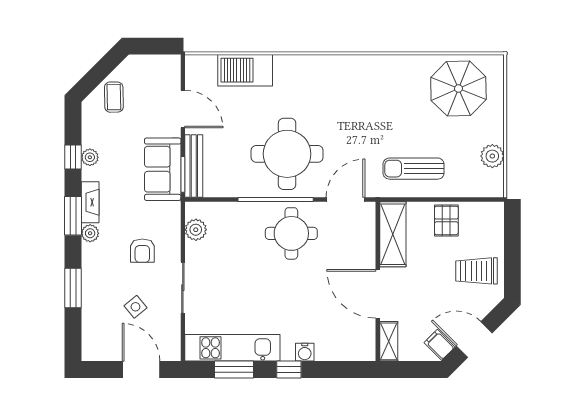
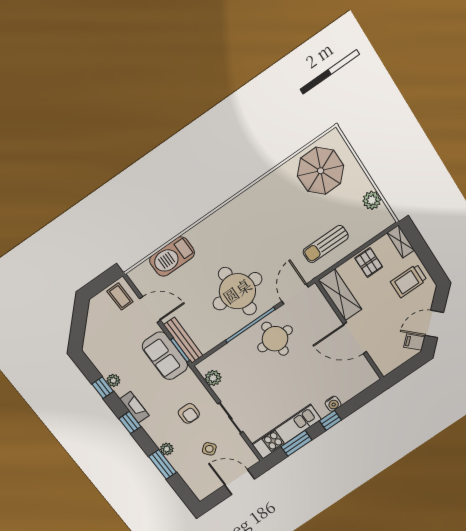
coffee table: (114, 97) -> (120, 296), moved
window: (73, 216) -> (130, 423), width x0.67
plant: (90, 233) -> (167, 449), moved
shelving: (389, 341) -> (401, 241), moved

